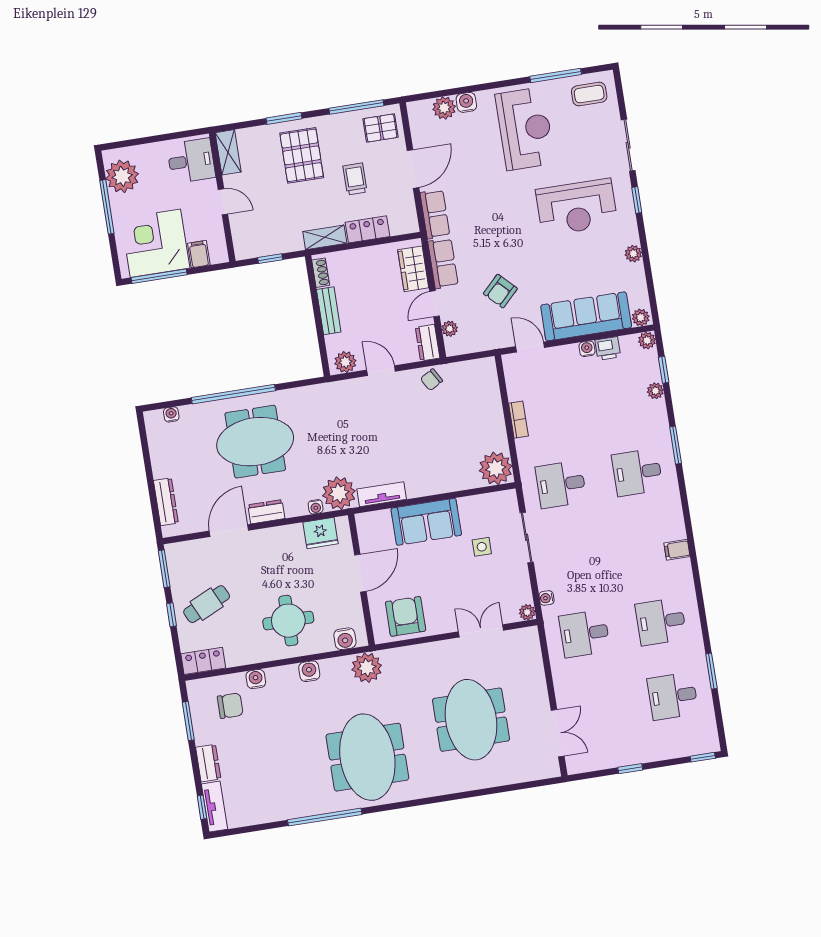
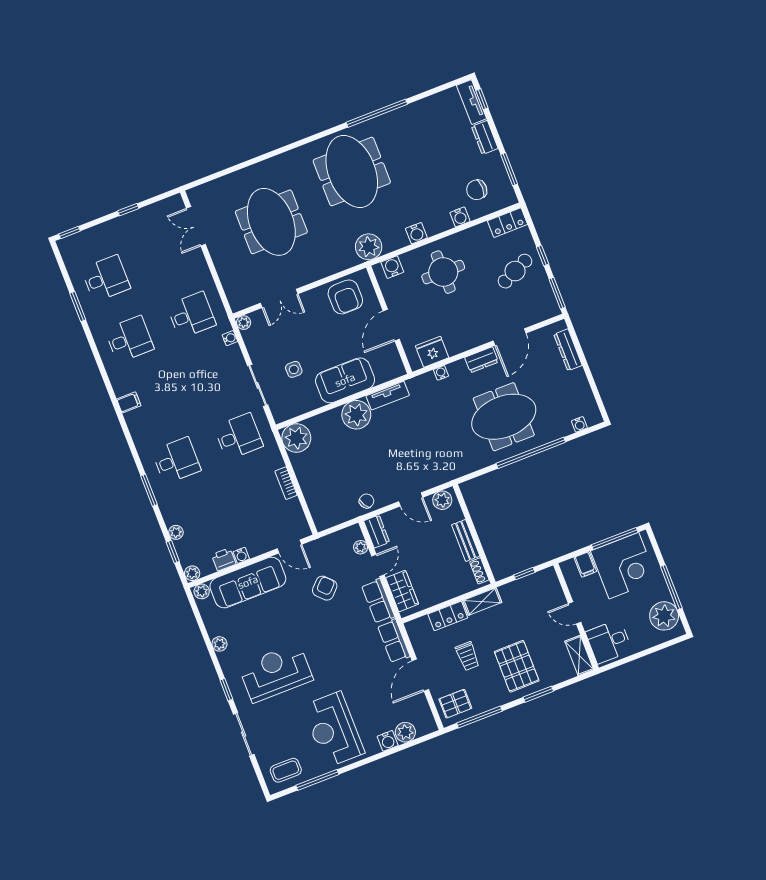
plant: (339, 493) -> (356, 415), moved

